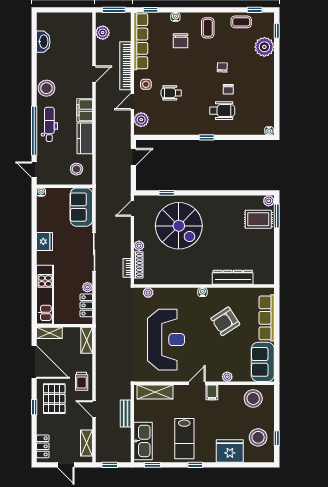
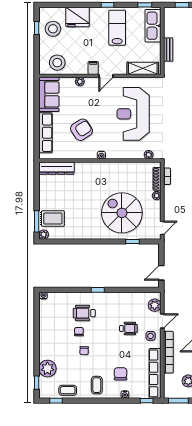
dresser: (233, 277) -> (57, 168), moved

